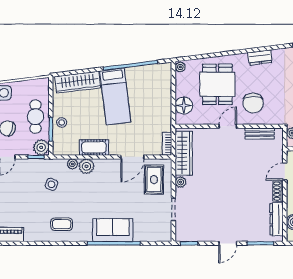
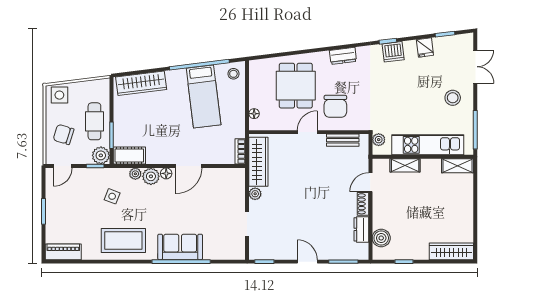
plant: (180, 67) -> (255, 66), removed
bed: (115, 96) -> (204, 97), moved
floor lamp: (184, 106) -> (254, 114), width x0.53, depth x0.53
stool: (62, 122) -> (233, 74), moved
cot: (94, 147) -> (129, 155), moved
door: (132, 157) -> (189, 166), moved
floor lamp: (100, 164) -> (166, 173), added
rug: (154, 180) -> (226, 191), removed
dresser: (277, 219) -> (361, 229), width x0.70
coffee table: (62, 224) -> (123, 240), width x1.86, depth x1.72
door: (228, 243) -> (307, 262), swing flipped

